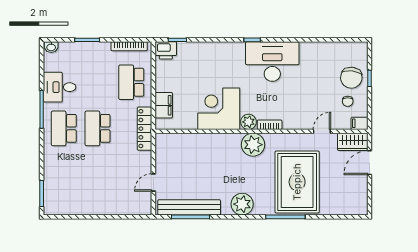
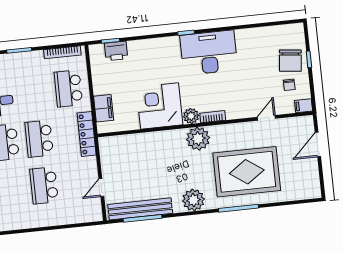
printer: (166, 50) -> (116, 51), moved
wardrobe: (353, 142) -> (299, 125), removed
school desk: (98, 175) -> (44, 185), added
rug: (297, 182) -> (247, 172), turned 90

